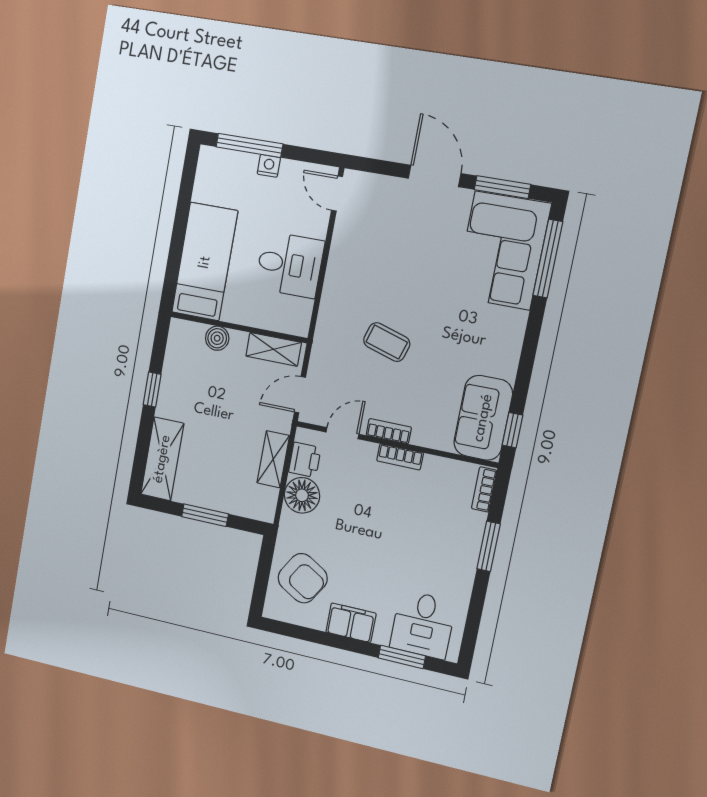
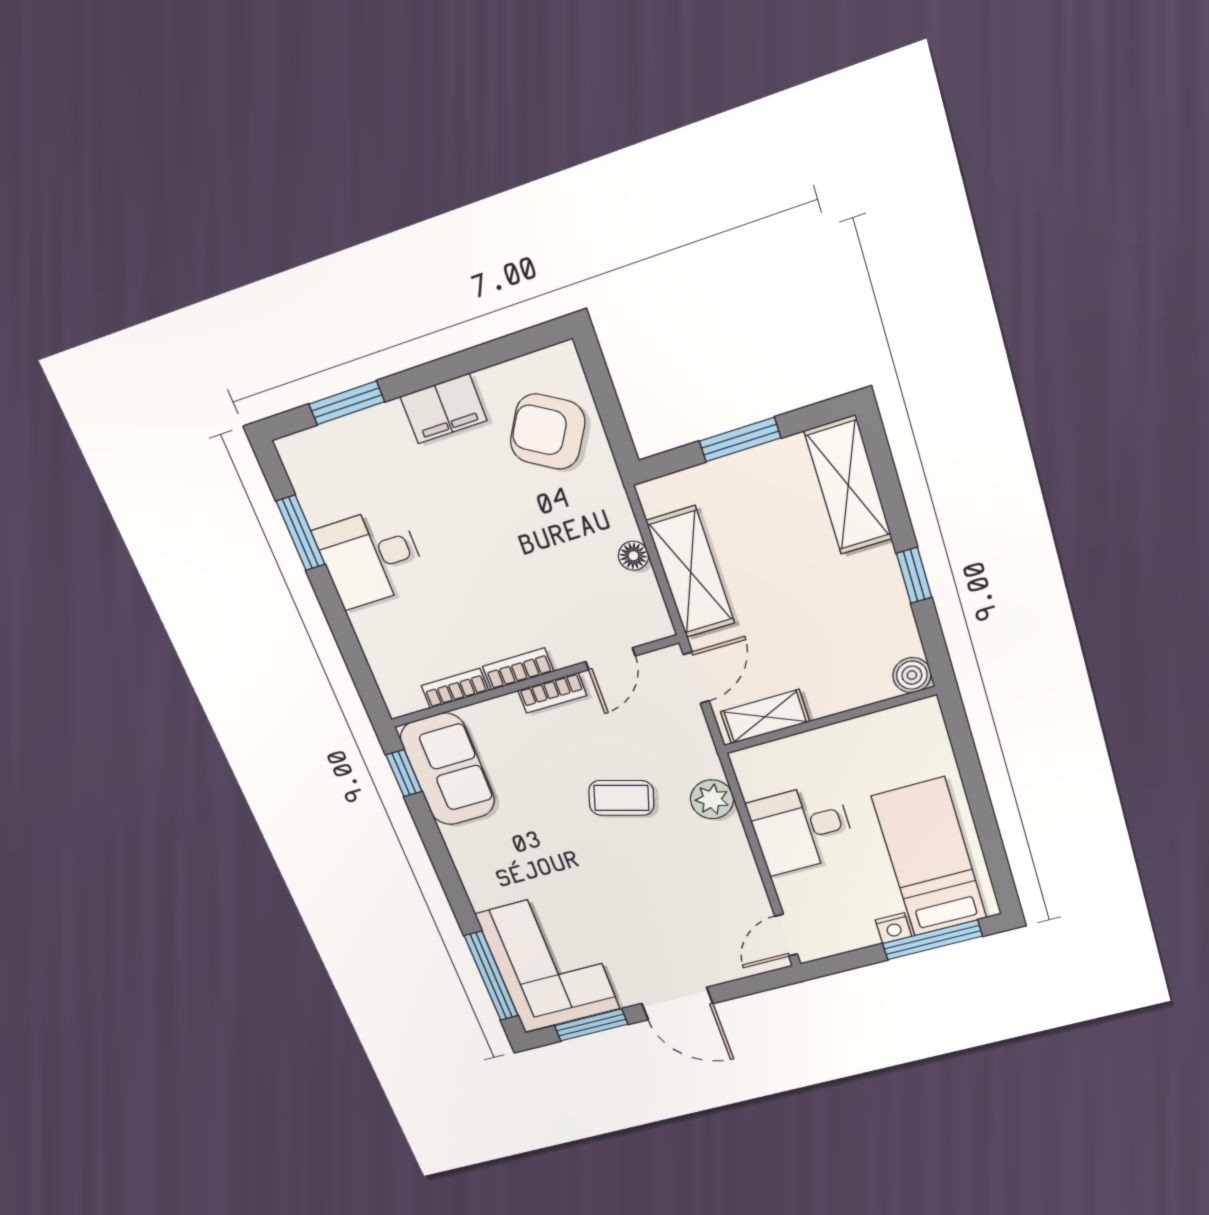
door: (337, 194) -> (786, 935), swing flipped
bed: (205, 262) -> (929, 858), moved, turned 180
plant: (333, 312) -> (712, 799), added
boiler: (217, 338) -> (912, 675), moved
shelving: (273, 459) -> (691, 572), width x1.50, depth x1.33
printer: (305, 460) -> (640, 597), removed
bookcase: (484, 489) -> (455, 688), moved, turned -90
floor lamp: (302, 495) -> (633, 556), width x0.53, depth x0.53
window: (489, 546) -> (301, 533), moved
desk: (423, 625) -> (371, 557), moved, turned -90

